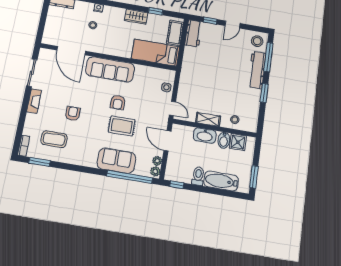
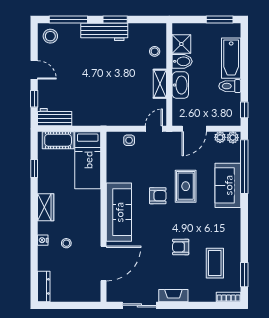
wardrobe: (136, 17) -> (46, 207), moved
workbench: (257, 70) -> (104, 32), moved

